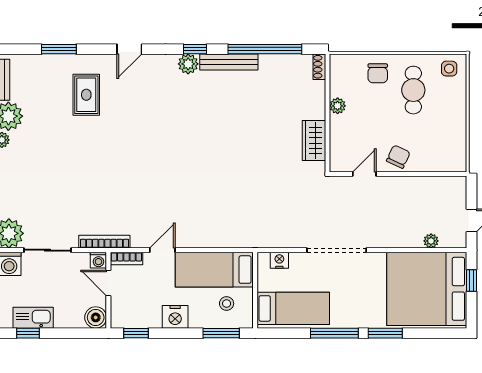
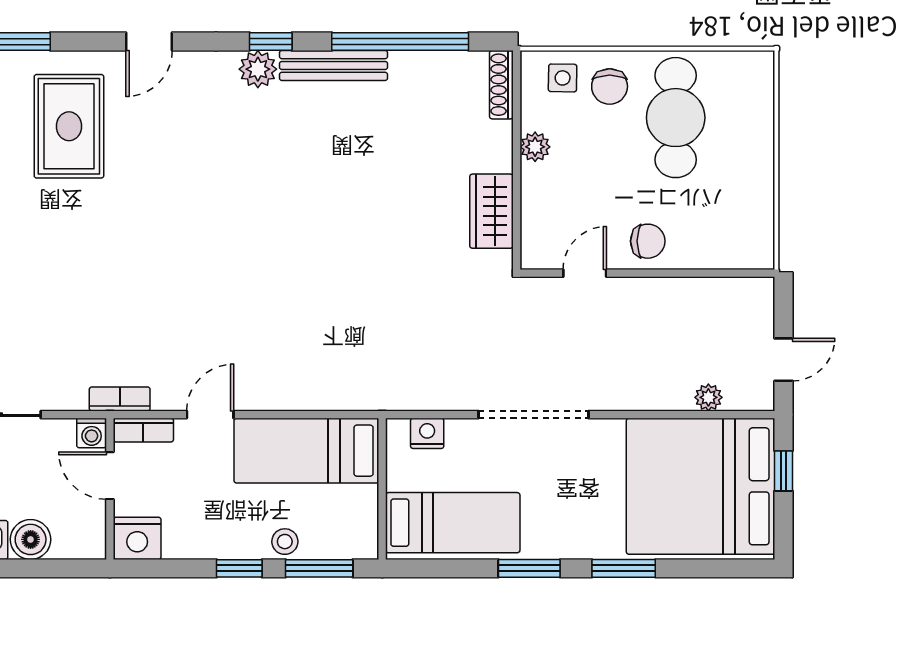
shoe rack: (319, 67) -> (501, 85), width x1.43
side table: (449, 69) -> (563, 78), moved
cafe table: (413, 90) -> (676, 118), width x1.37, depth x1.35
rug: (86, 95) -> (69, 126), width x1.36, depth x1.43
chair: (398, 157) -> (648, 241), turned 65
bookcase: (104, 242) -> (120, 399), width x0.64
stool: (227, 303) -> (285, 542), moved
boiler: (96, 317) -> (31, 539), moved
nightstand: (175, 317) -> (137, 538), moved
window: (136, 333) -> (239, 568), moved
window: (334, 333) -> (529, 568), width x0.69

